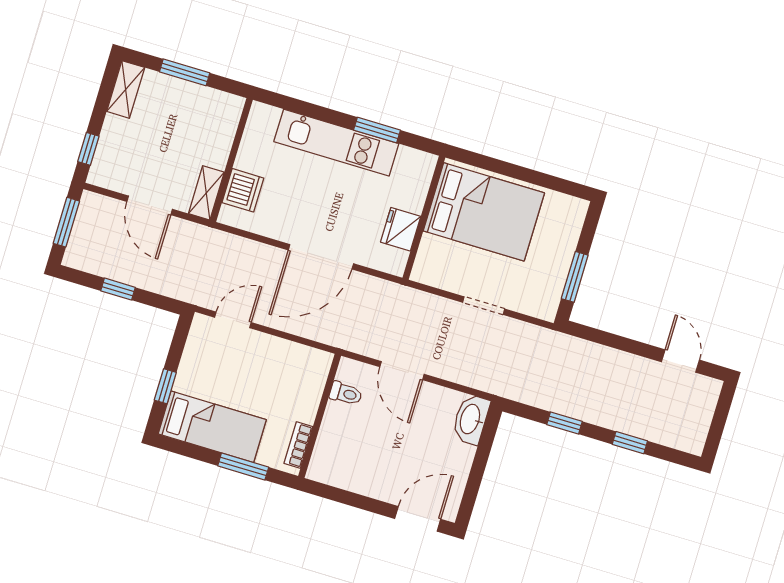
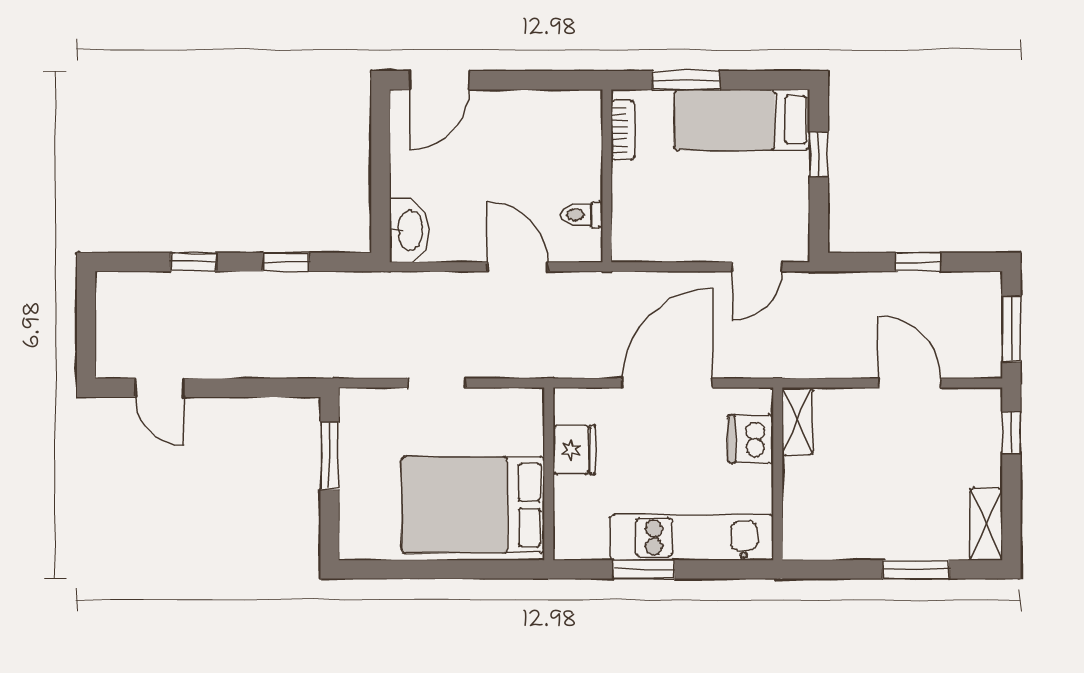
wall: (231, 160) -> (778, 474), moved
dishwasher: (243, 190) -> (751, 439), moved
shelving: (206, 193) -> (797, 421), moved

